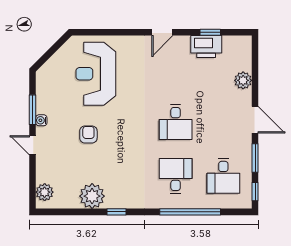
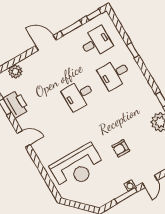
plant: (243, 80) -> (15, 71), moved
door: (255, 120) -> (46, 43), hinge flipped
desk: (176, 122) -> (79, 95), turned 180
window: (190, 212) -> (133, 50), width x0.32

